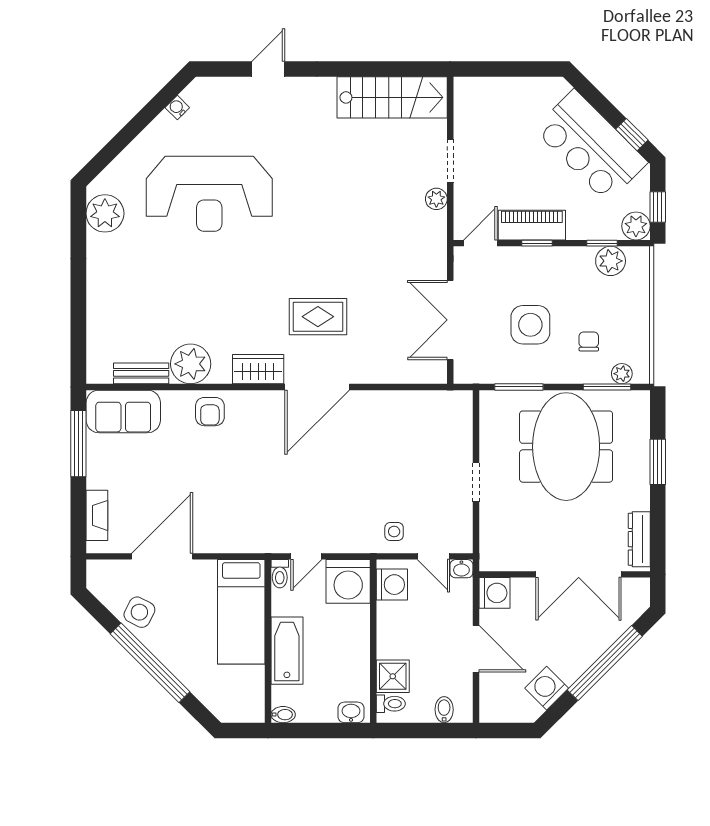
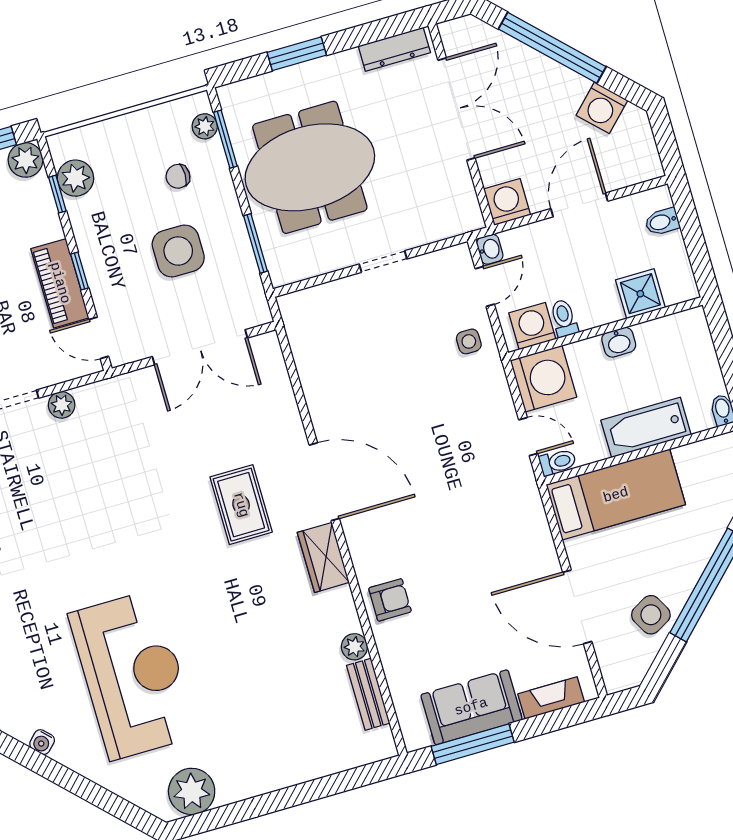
plant: (191, 364) -> (354, 647), width x0.53, depth x0.53
sofa: (123, 411) -> (471, 707), moved, turned -90
side table: (139, 612) -> (651, 615), turned 34
toilet: (391, 704) -> (564, 318), moved
washbasin: (351, 712) -> (619, 342), moved, turned -90

